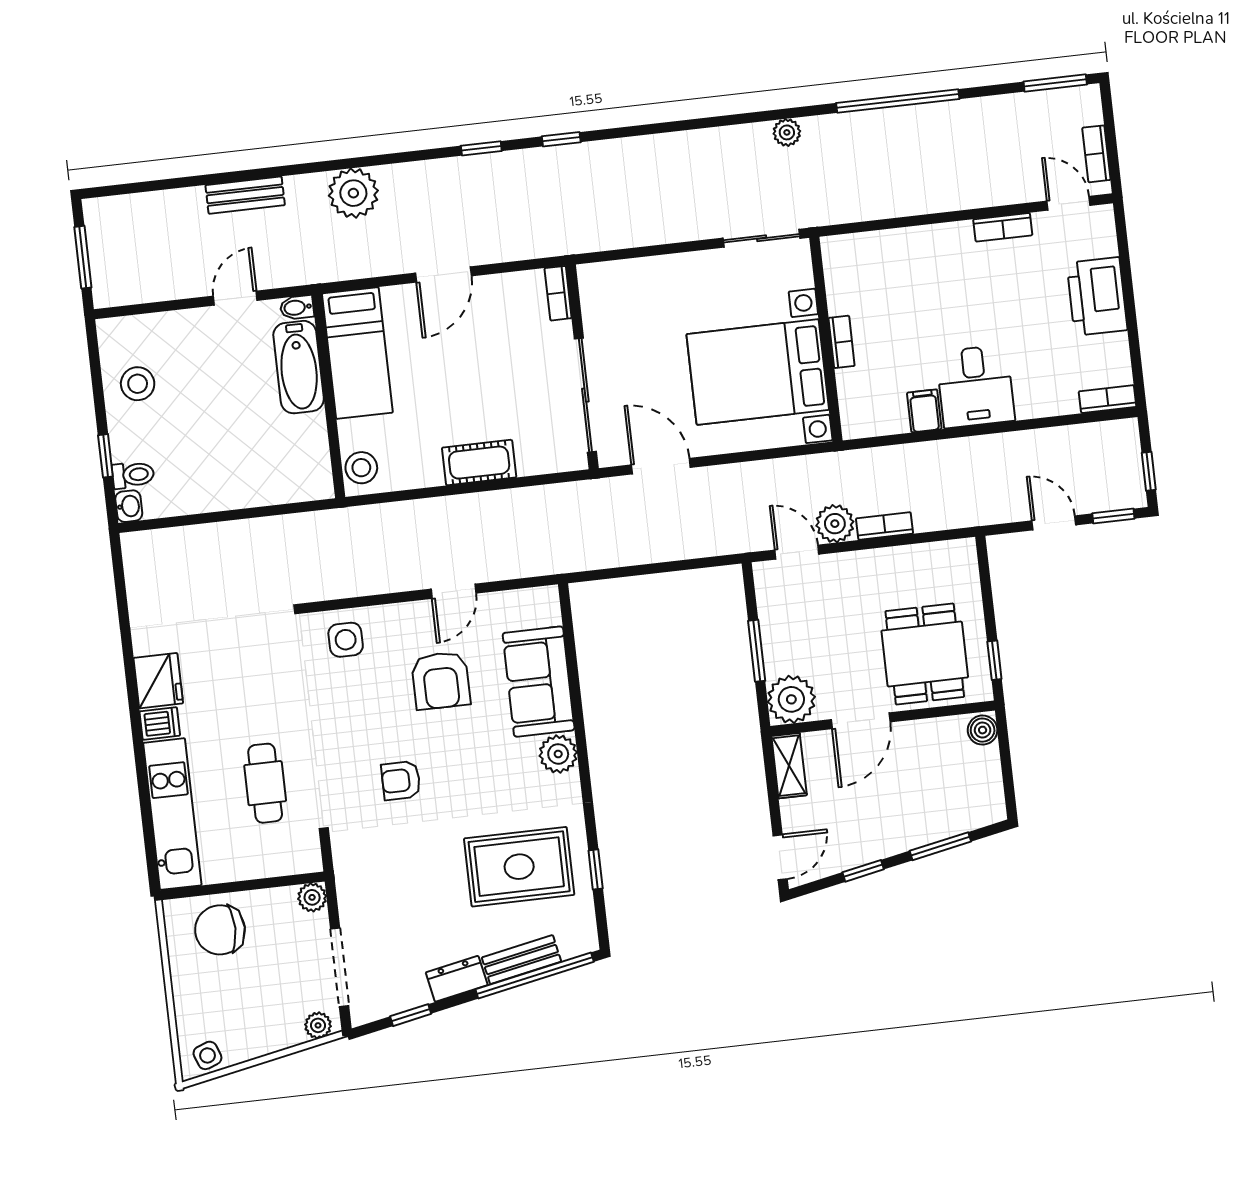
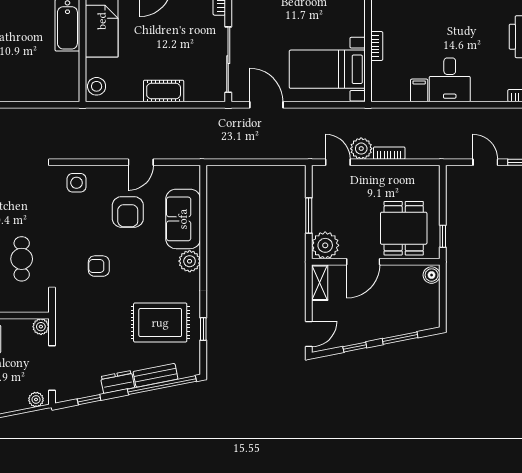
bed with nightstands: (758, 372) -> (327, 69), width x0.73

